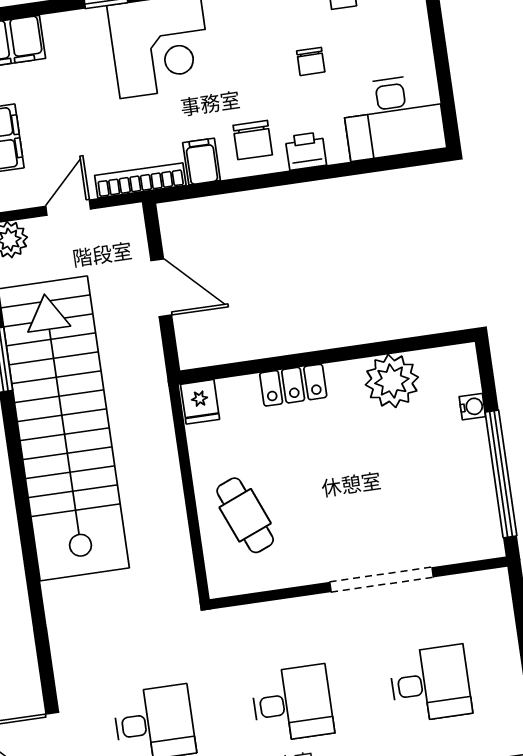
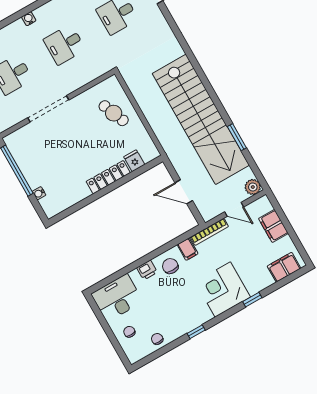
chair: (311, 61) -> (129, 332), moved
door: (68, 208) -> (234, 209), hinge flipped
plant: (392, 381) -> (76, 191), removed
locker: (293, 385) -> (108, 177), width x1.53
fridge: (200, 402) -> (134, 161), moved

